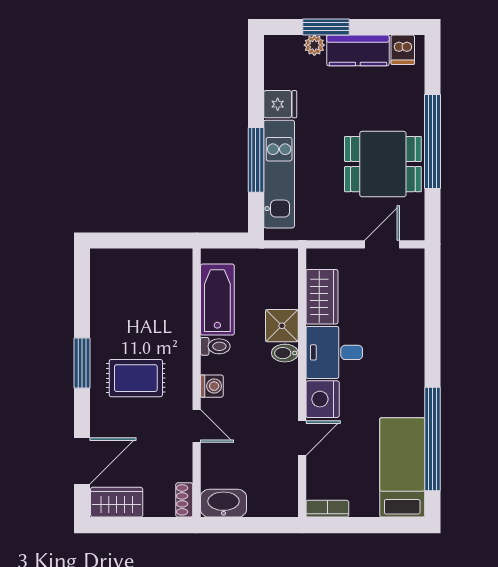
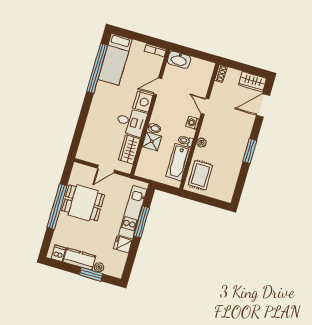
door: (382, 244) -> (106, 169), moved
plant: (183, 352) -> (201, 143), added
rug: (136, 378) -> (200, 175), moved, turned 90
washbasin: (224, 503) -> (179, 60), moved

